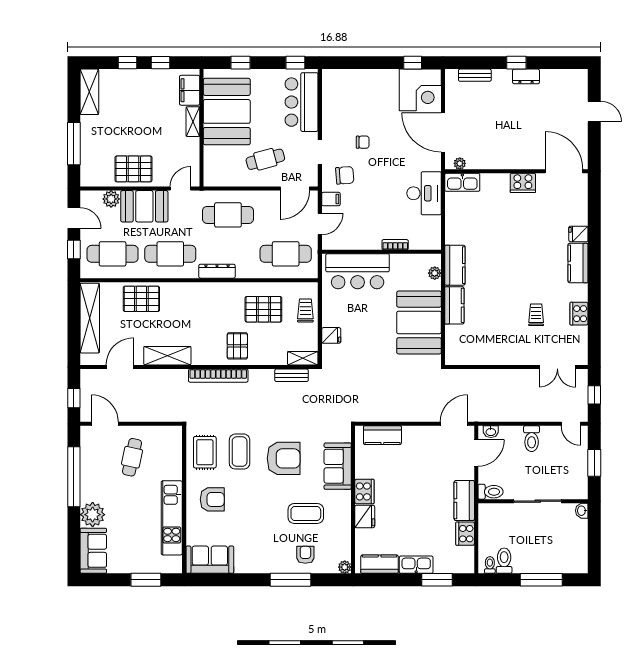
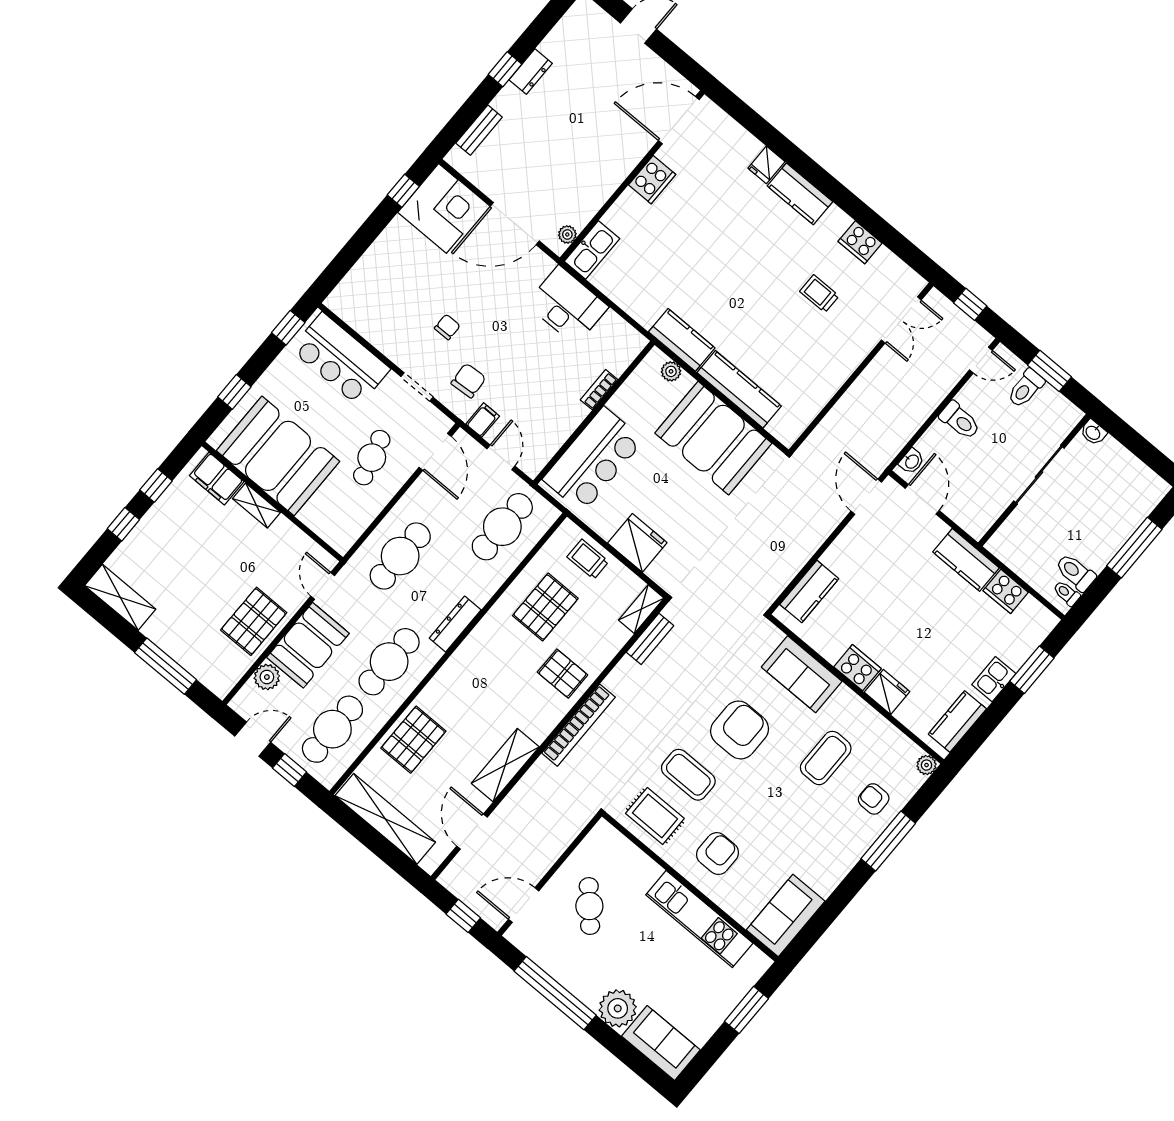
kitchen counter: (454, 305) -> (739, 389), width x1.50
fridge: (331, 335) -> (637, 543), width x1.88, depth x1.34
cafe table: (132, 457) -> (589, 906), turned 36
toilet: (491, 492) -> (1026, 388), moved, turned 180
kitchen sink: (416, 565) -> (994, 679), width x0.73

